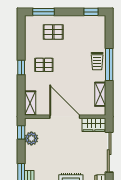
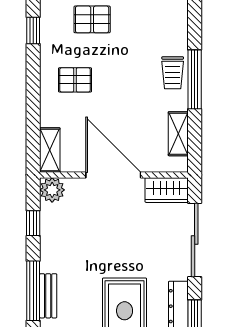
window: (21, 68) -> (33, 31), moved
window: (21, 132) -> (33, 223), moved
plant: (31, 138) -> (52, 190), moved

